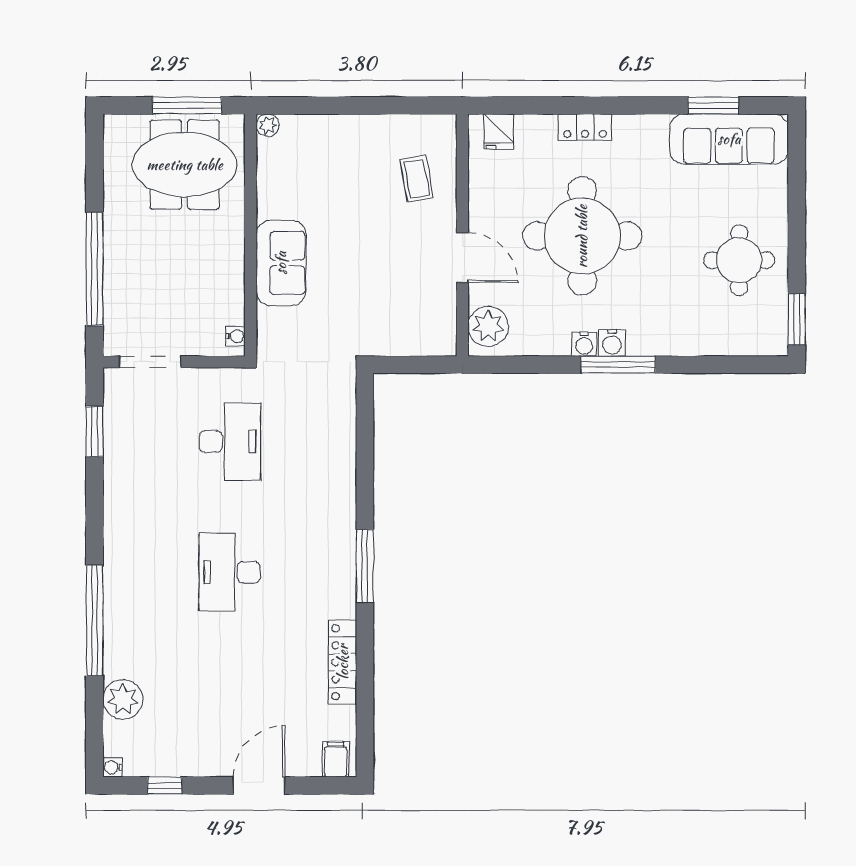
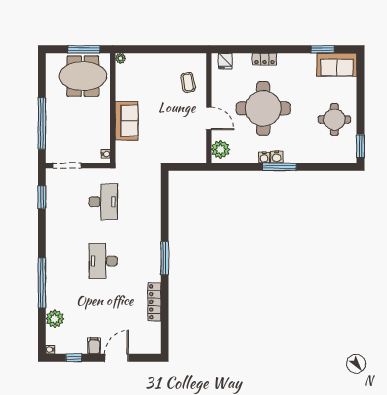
sofa: (729, 139) -> (337, 65), width x0.73
filing cabinet: (336, 759) -> (94, 346), moved

